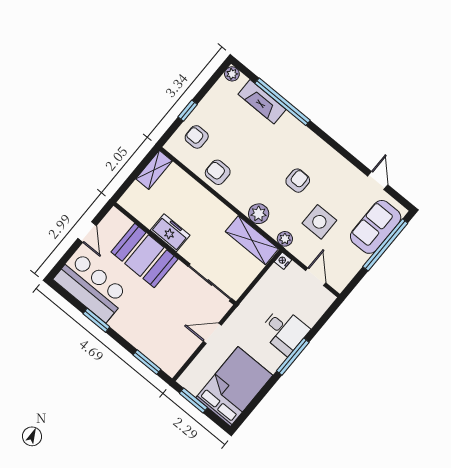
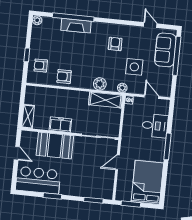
fireplace: (262, 102) -> (76, 26), moved
shelving: (154, 170) -> (28, 117), moved
armchair: (298, 181) -> (115, 44), moved
desk: (284, 331) -> (155, 126), moved

